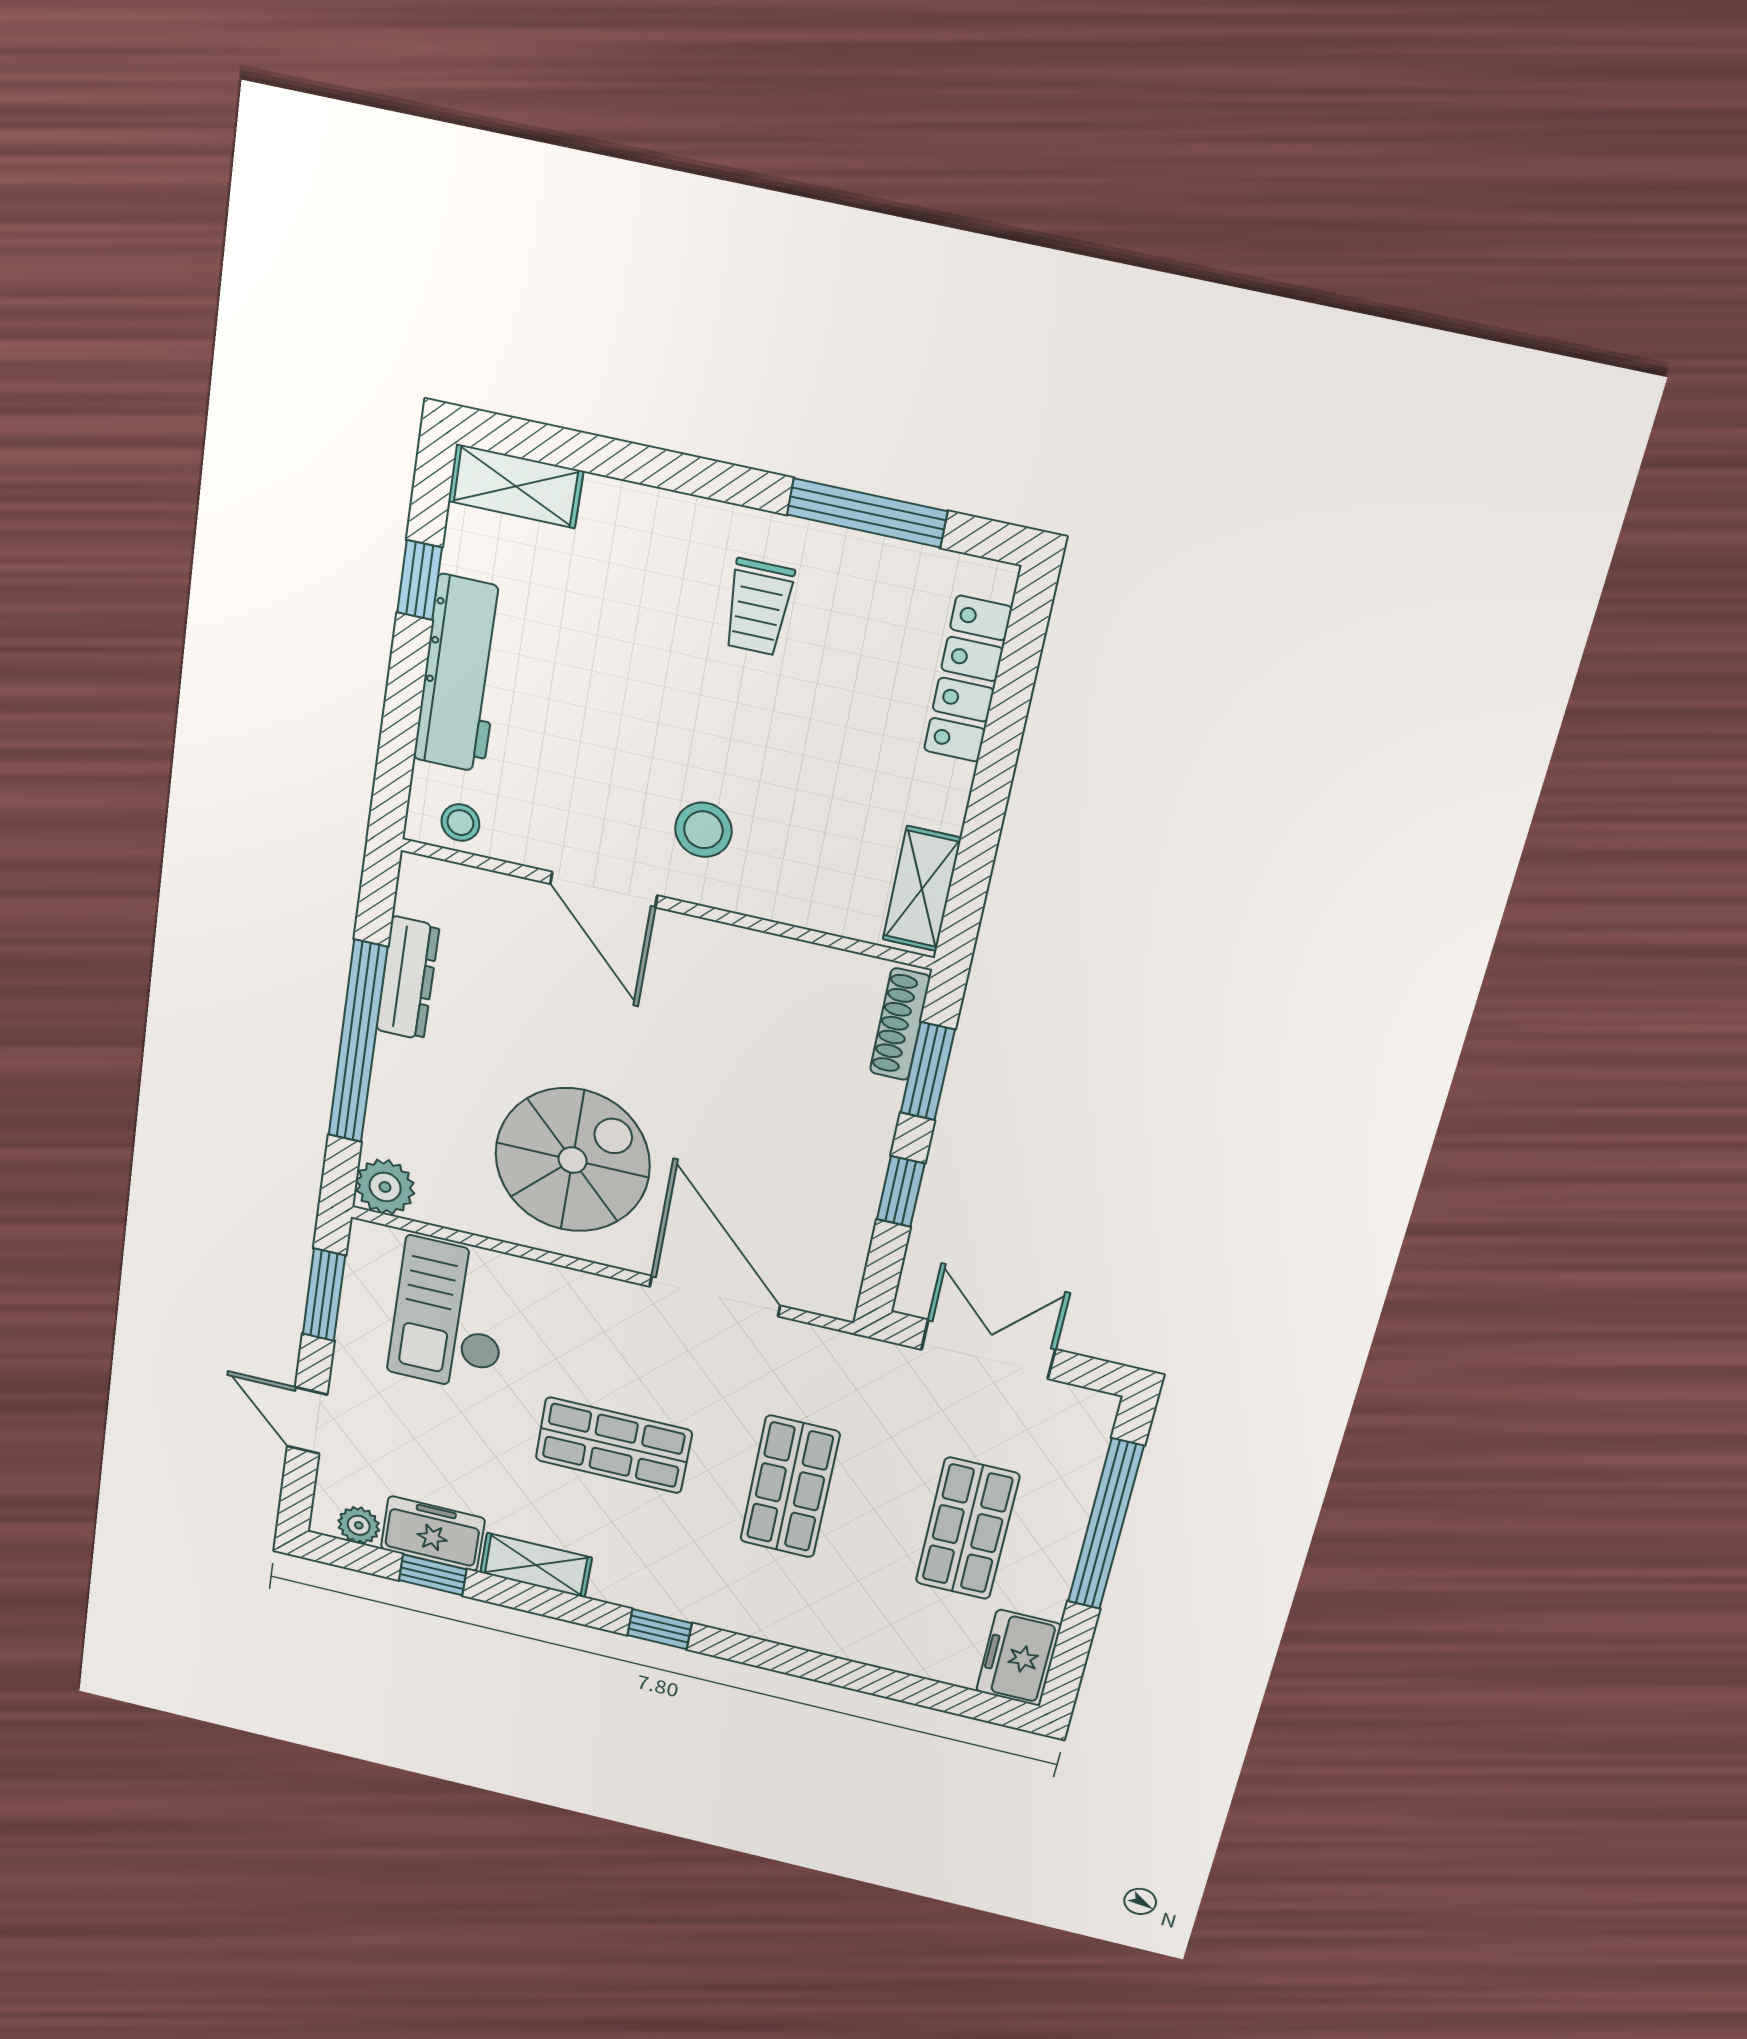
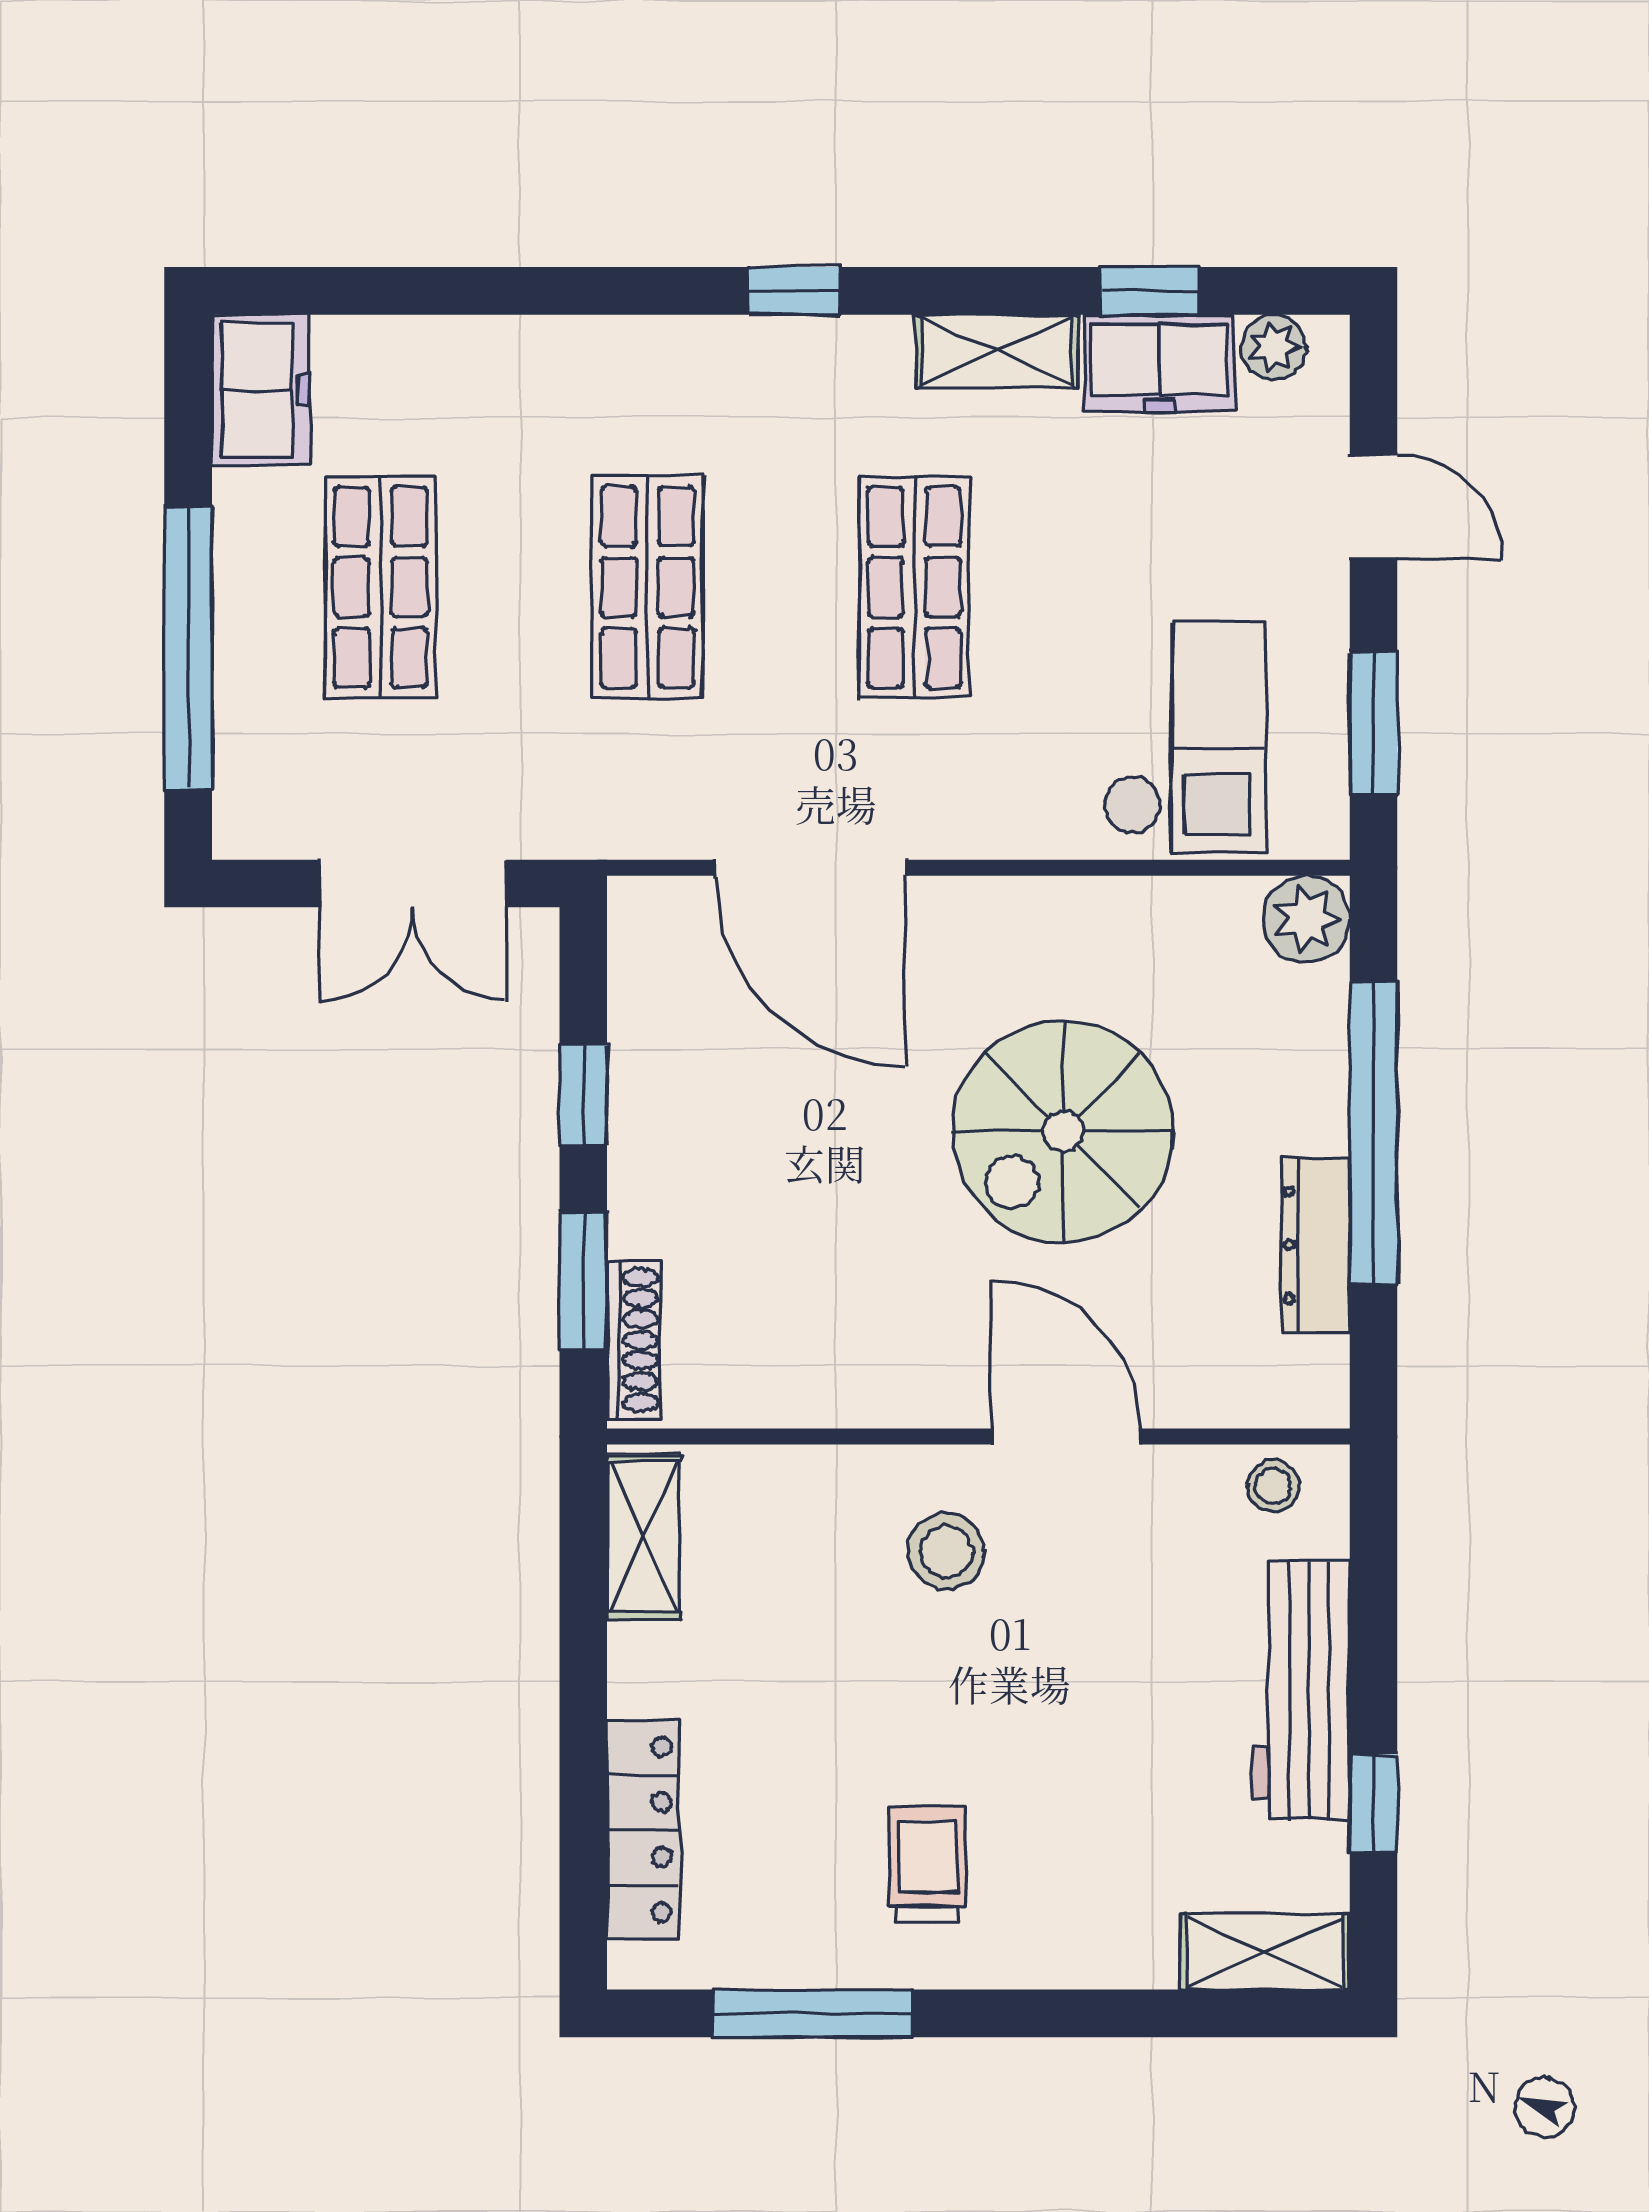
spiral stairs: (573, 1160) -> (1063, 1131), moved
shop shelf: (614, 1445) -> (914, 587), turned 90

